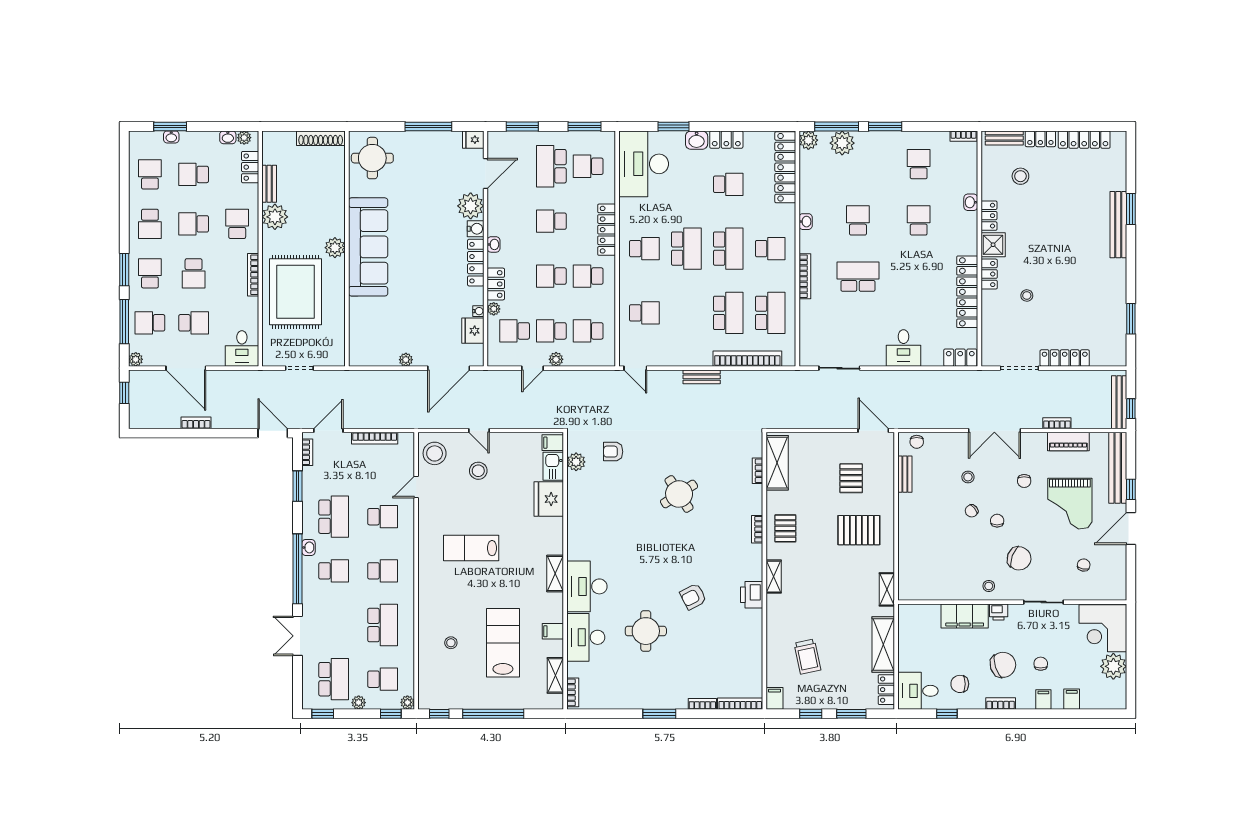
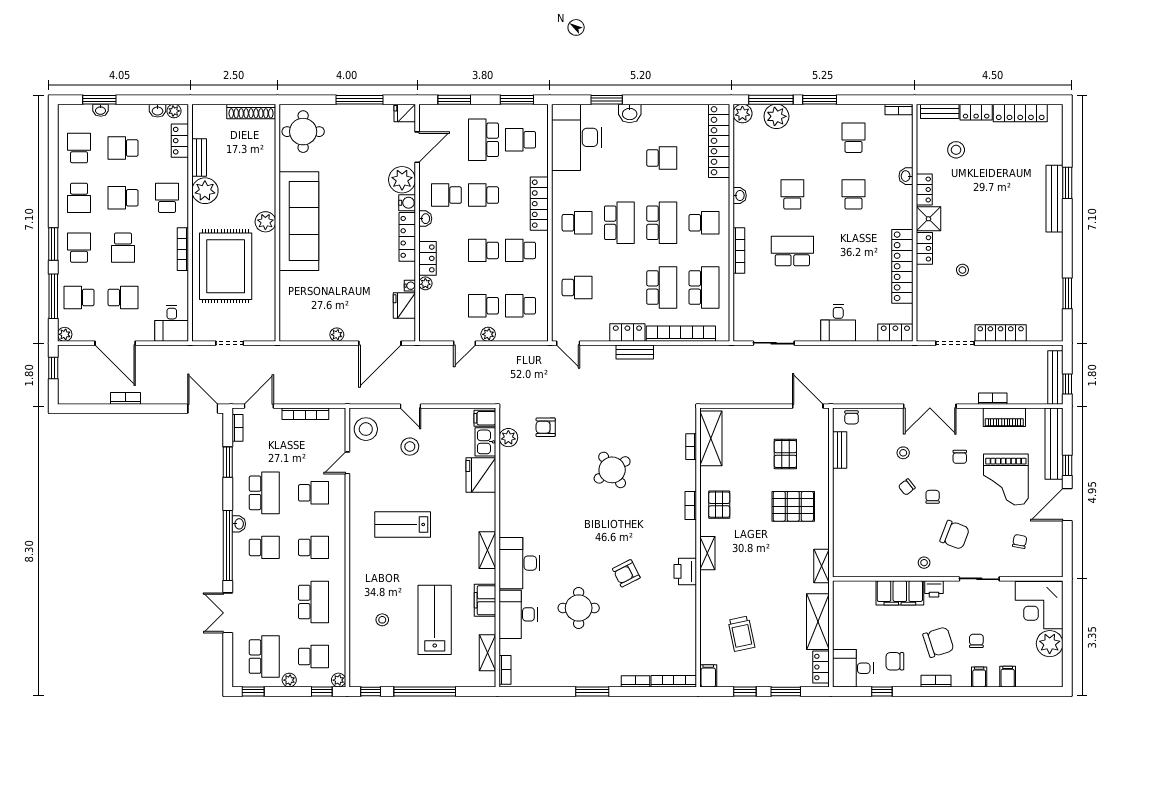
locker: (726, 140) -> (627, 333), moved, turned 180
school desk: (515, 331) -> (446, 195), moved
filing cabinet: (553, 631) -> (485, 600), width x2.00

